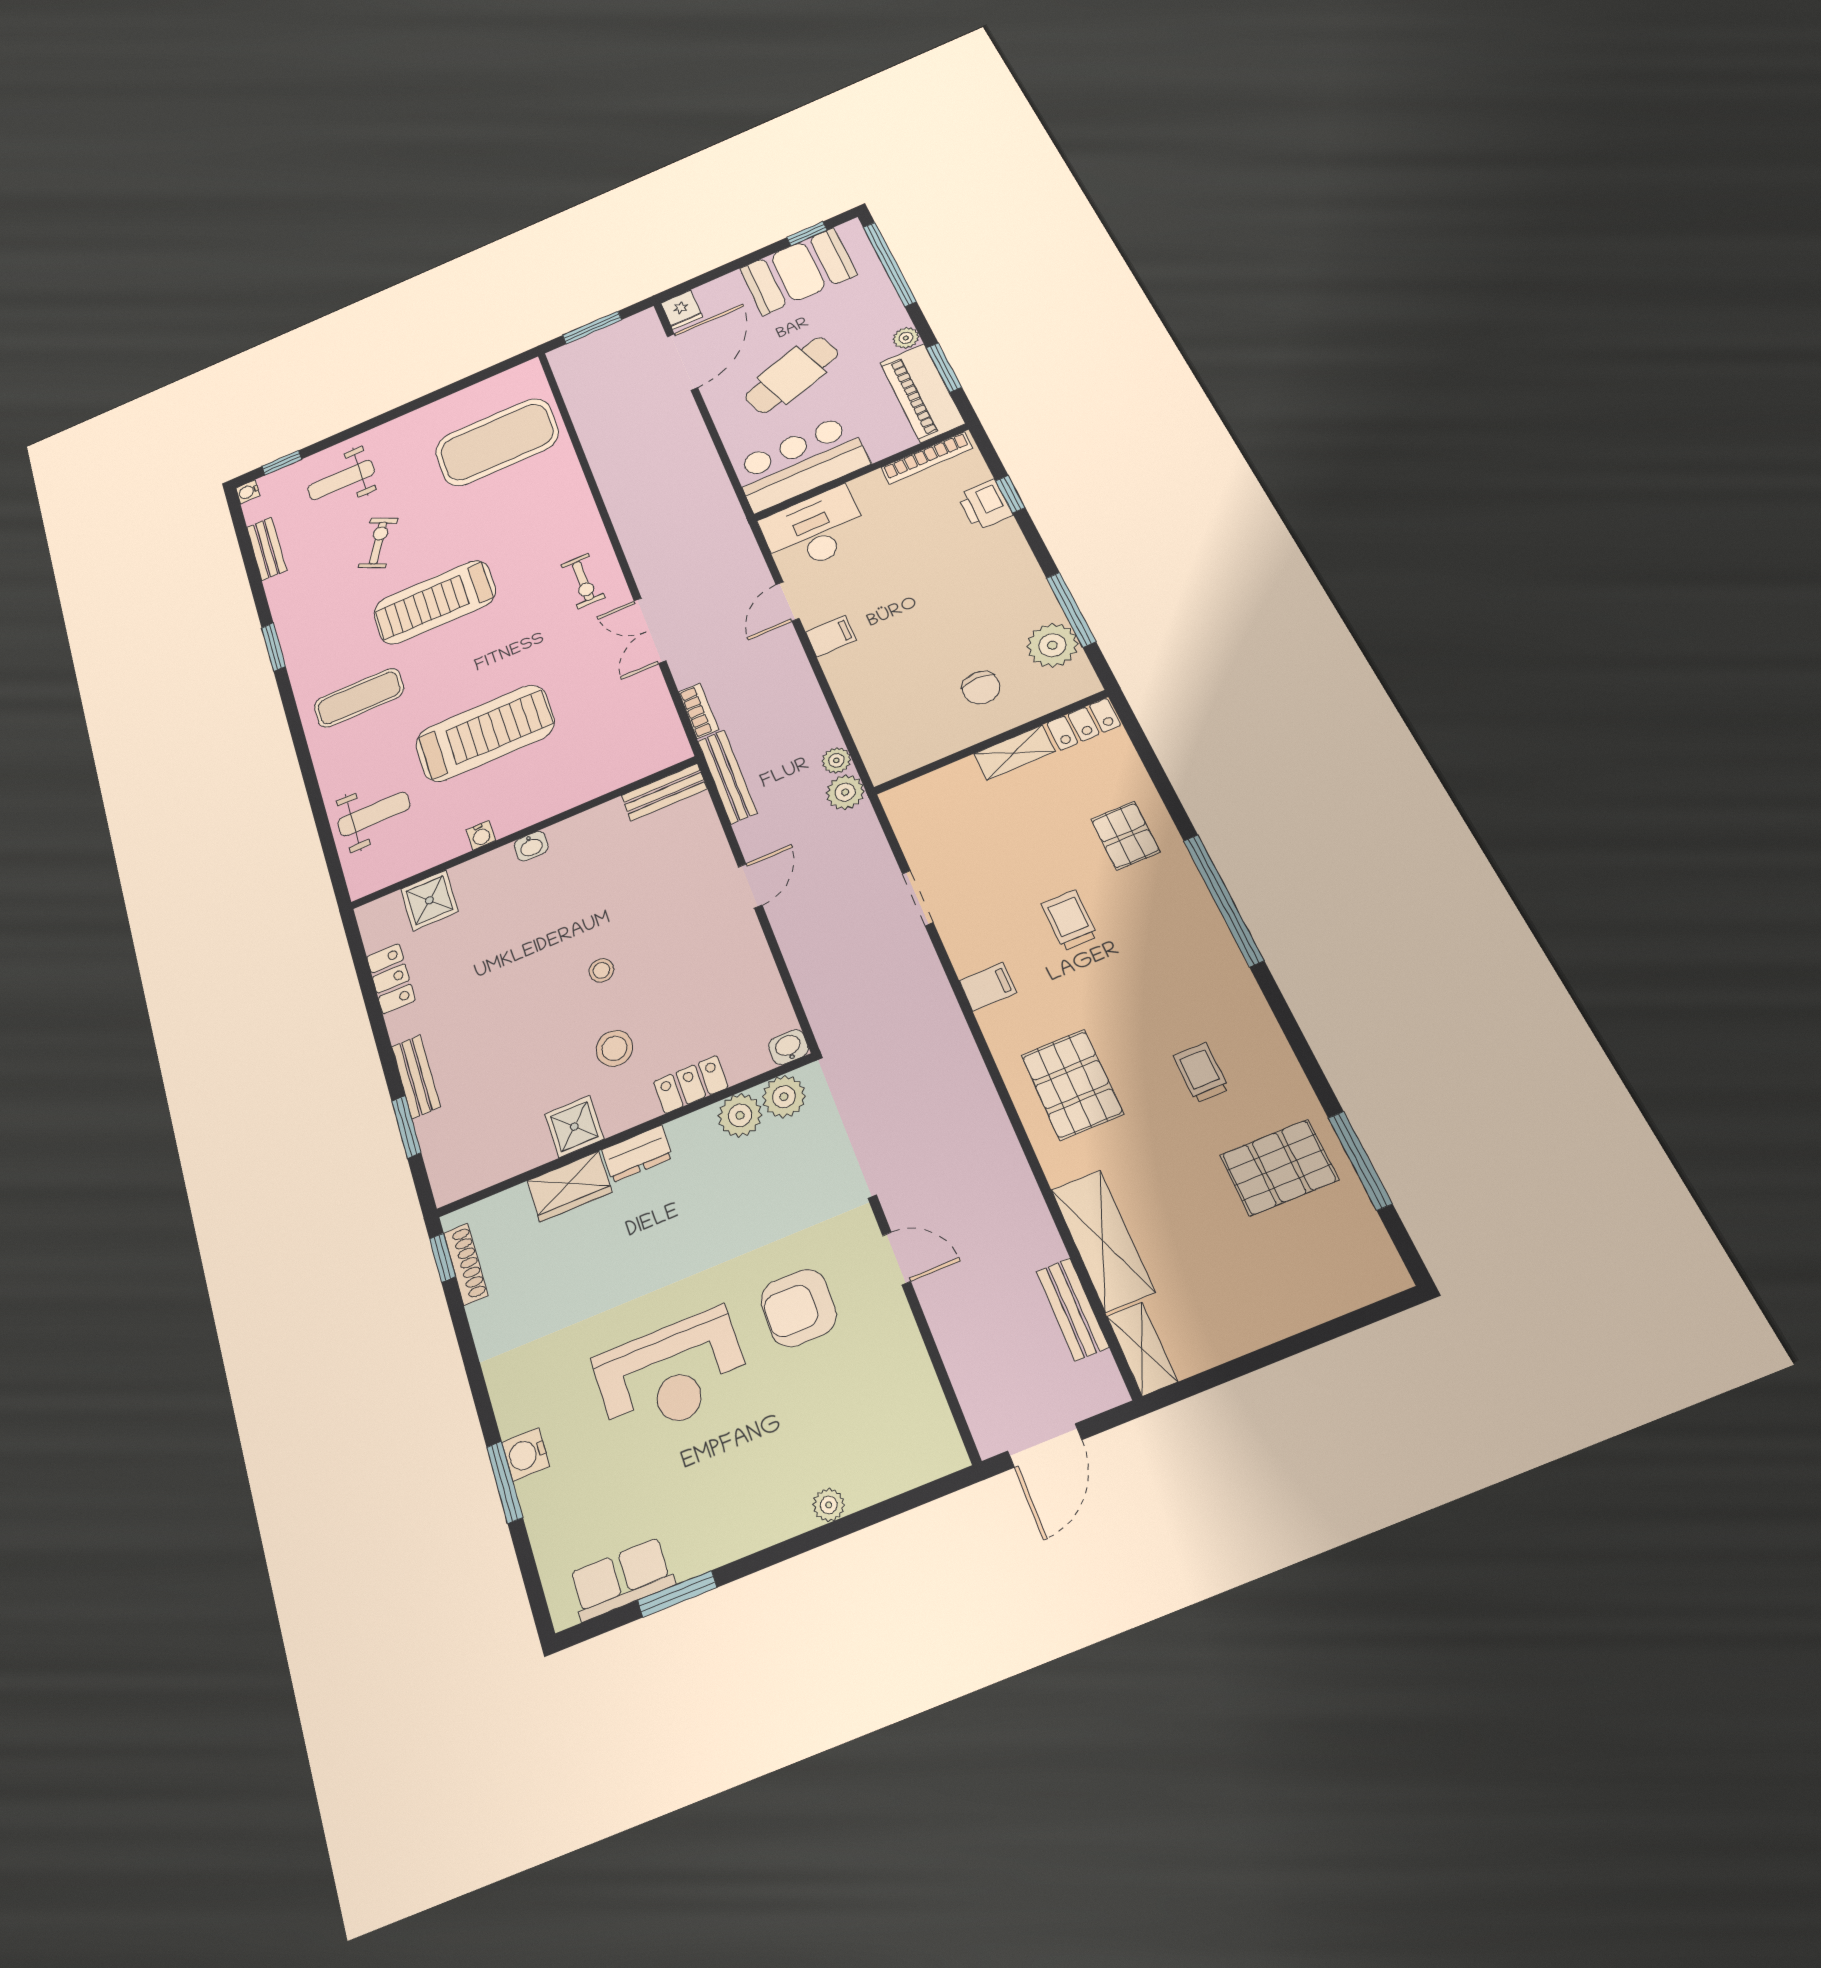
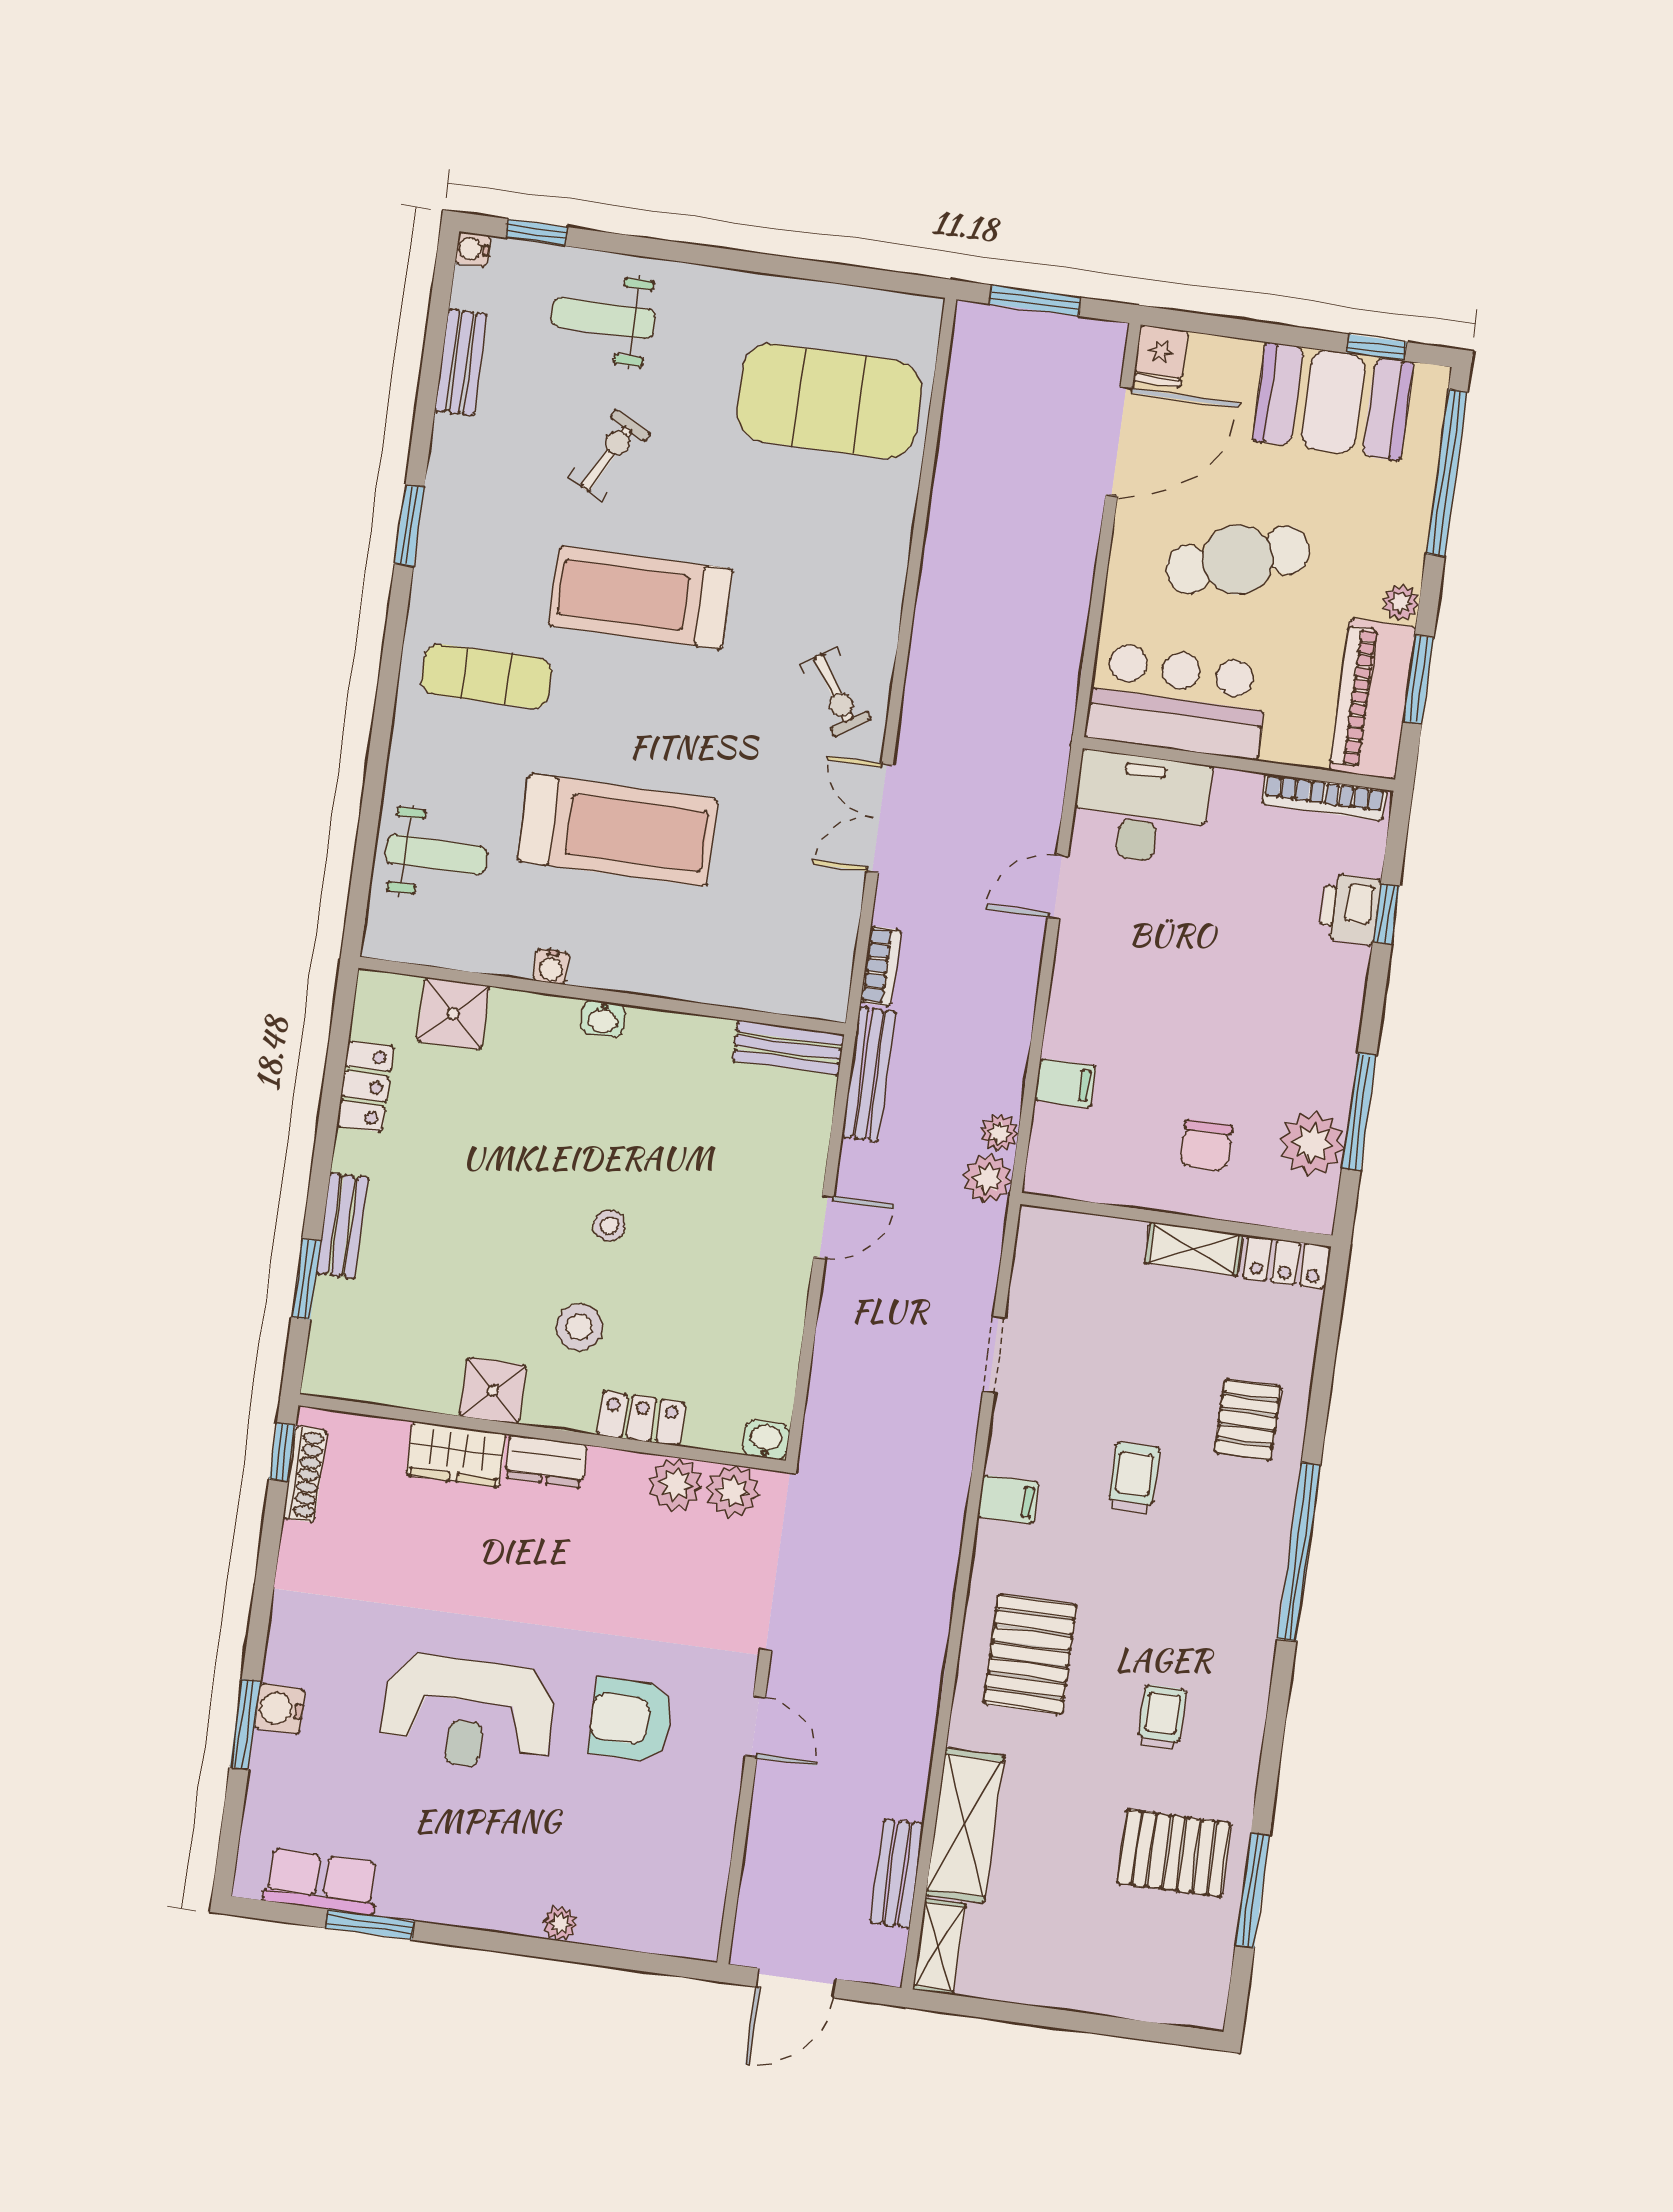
exercise bike: (583, 581) -> (835, 692), turned -33
filing cabinet: (831, 636) -> (1065, 1083), moved

